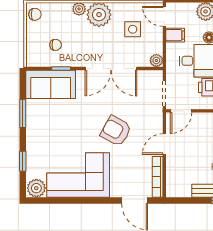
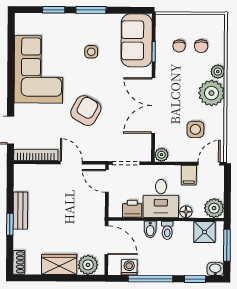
chair: (35, 14) -> (201, 46), moved
window: (23, 113) -> (91, 10), moved
side table: (61, 126) -> (91, 52), added
plant: (36, 188) -> (25, 24), removed

